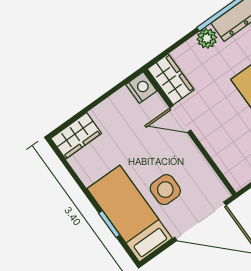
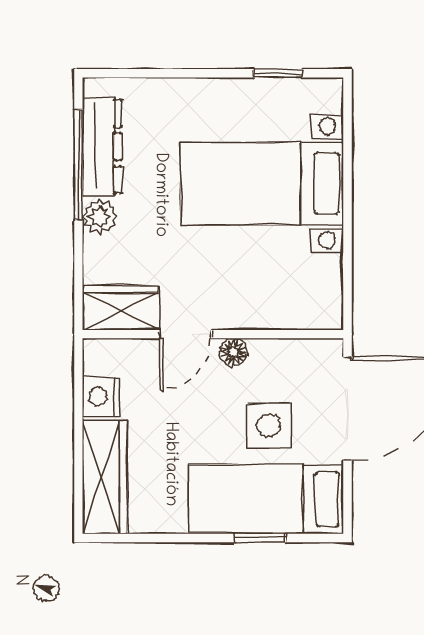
nightstand: (141, 88) -> (101, 397), moved, turned -90
wardrobe: (76, 136) -> (104, 477), width x1.50
floor lamp: (188, 148) -> (233, 352), added

